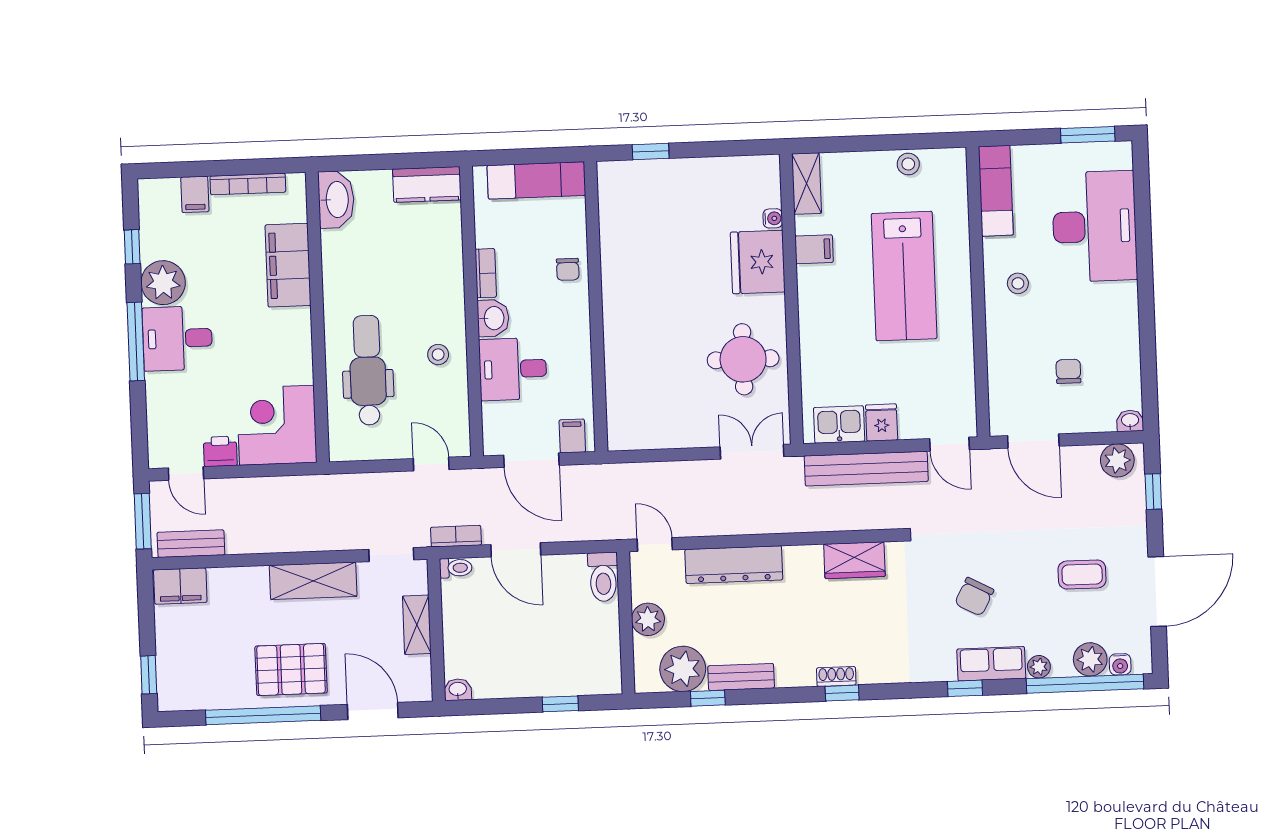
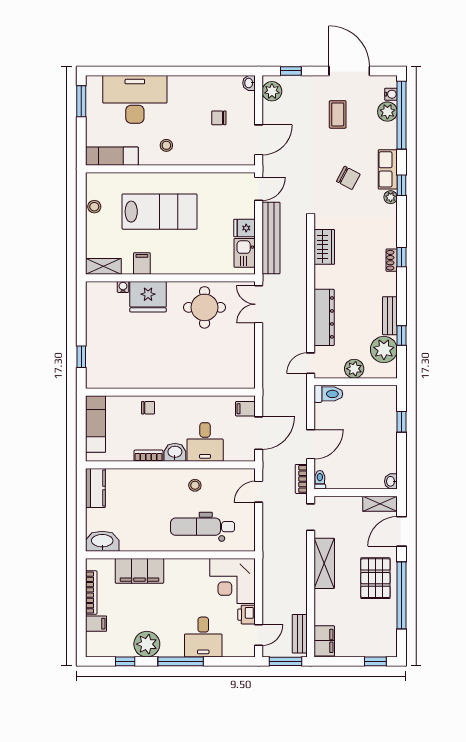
desk: (177, 338) -> (203, 637), moved
shelving: (417, 625) -> (380, 504), moved
plant: (1039, 667) -> (391, 197), moved

